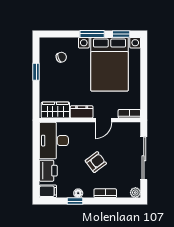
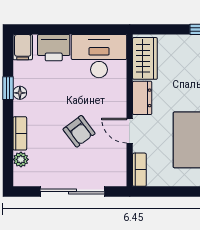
armchair: (96, 162) -> (79, 131), moved
plant: (135, 193) -> (21, 159), moved

